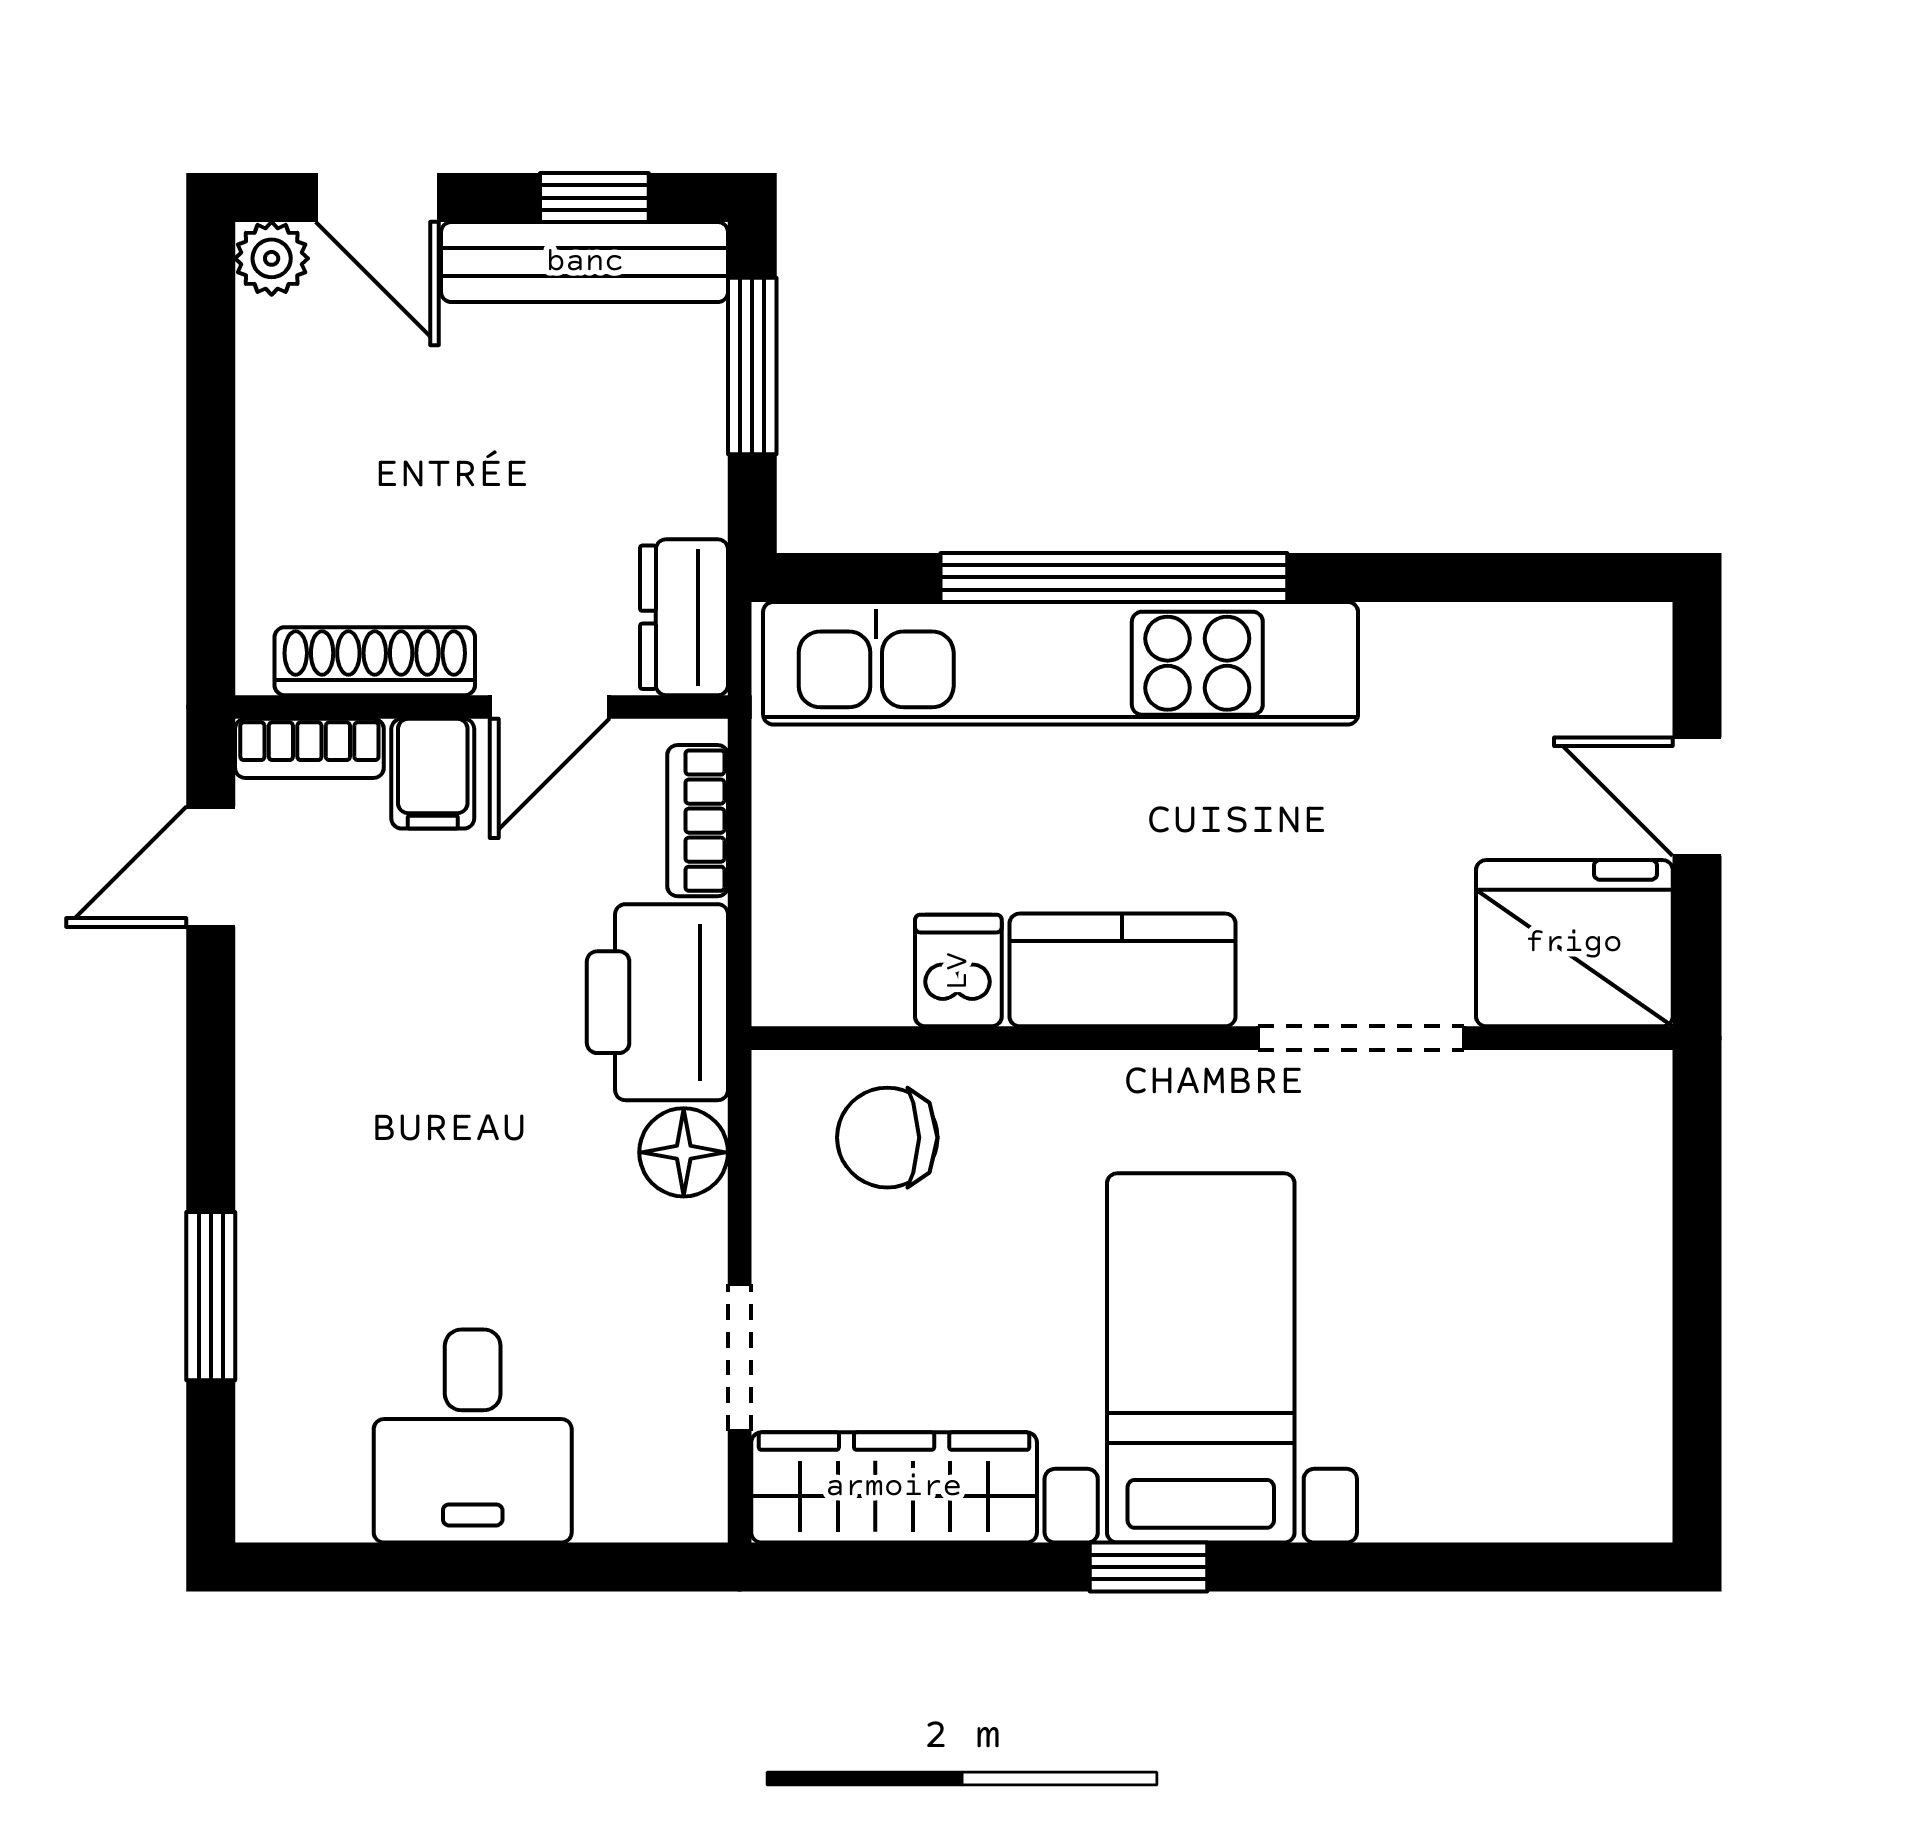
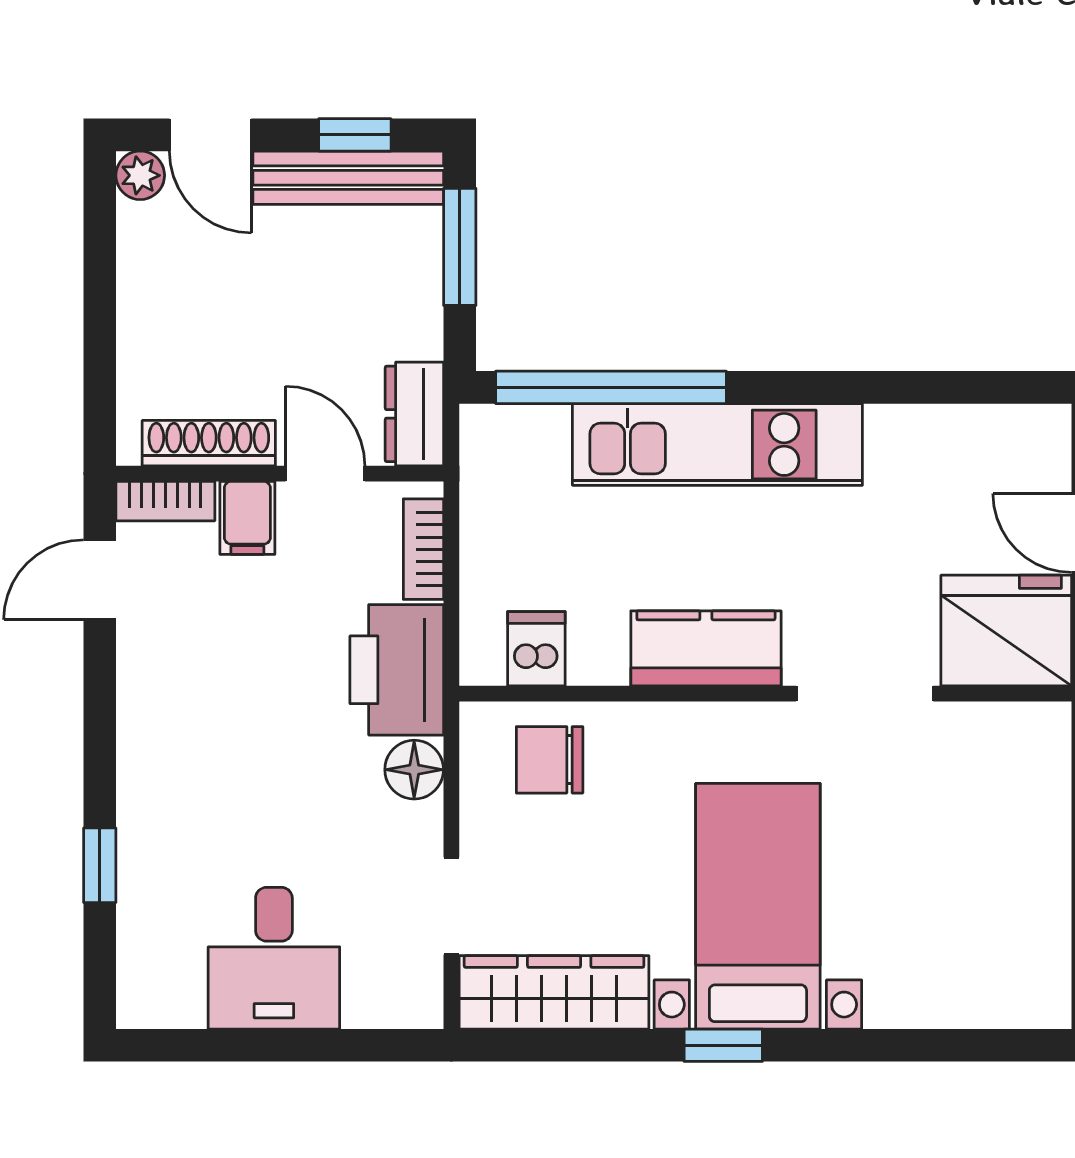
window: (1114, 577) -> (611, 387), moved
kitchen unit: (1061, 663) -> (717, 444), width x0.73
door: (550, 707) -> (325, 474), swing flipped
dishwasher: (958, 971) -> (536, 649), moved
window: (211, 1296) -> (100, 865), width x0.67

